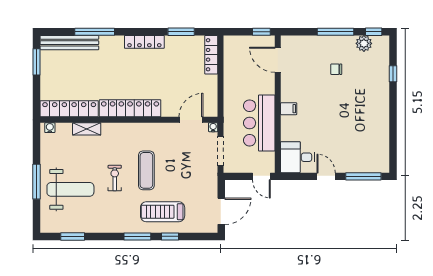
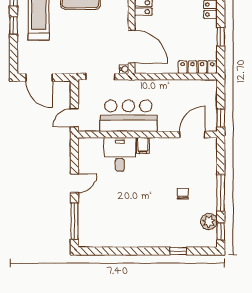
window: (181, 32) -> (221, 37), width x0.67
door: (191, 120) -> (132, 47), width x1.36
desk: (297, 157) -> (120, 154), moved

